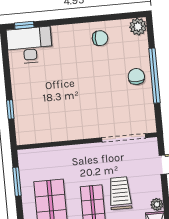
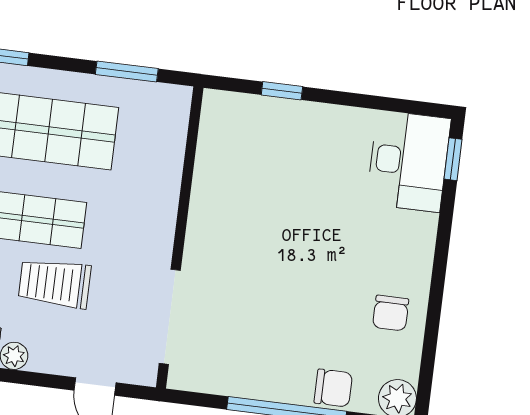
chair: (136, 77) -> (333, 388), moved
trolley: (120, 193) -> (55, 283), turned 180

